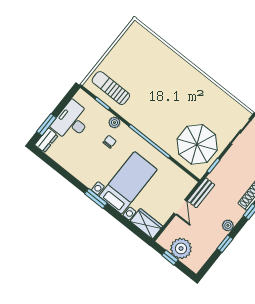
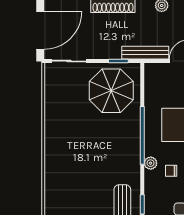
plant: (114, 123) -> (151, 163), moved
bench: (201, 193) -> (145, 53), width x1.36

